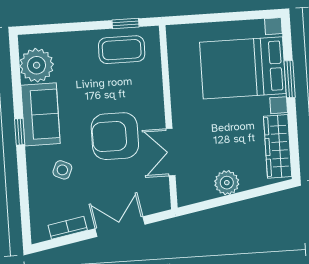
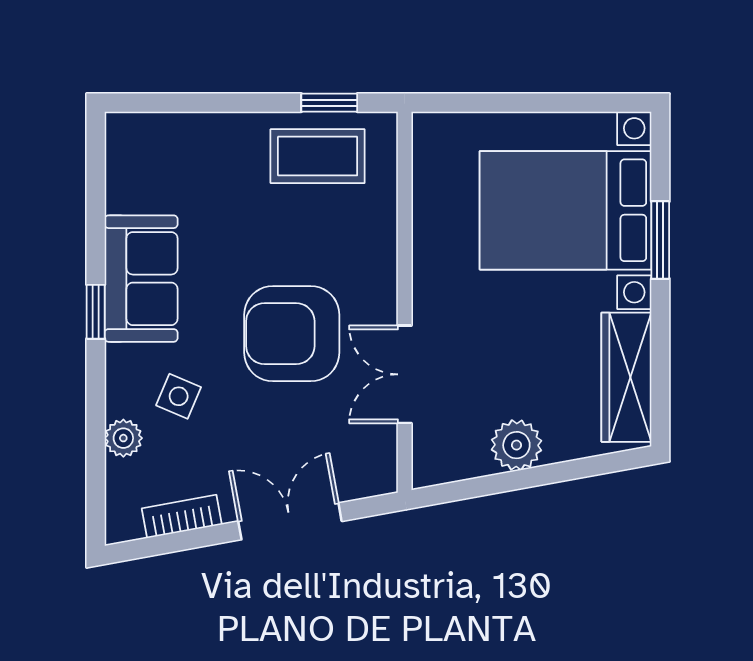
plant: (37, 65) -> (123, 438), moved, width x0.53, depth x0.53

